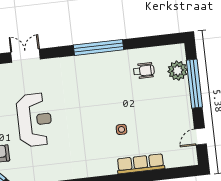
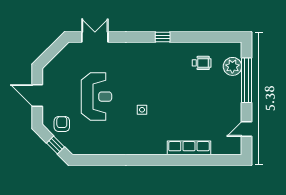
window: (99, 47) -> (163, 37), width x0.32
side table: (121, 129) -> (142, 110), moved

